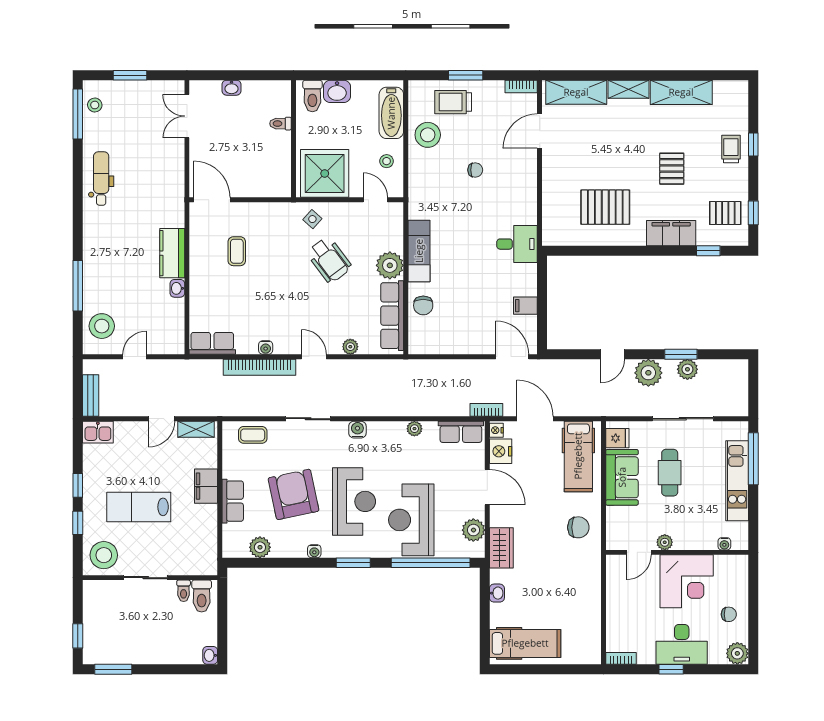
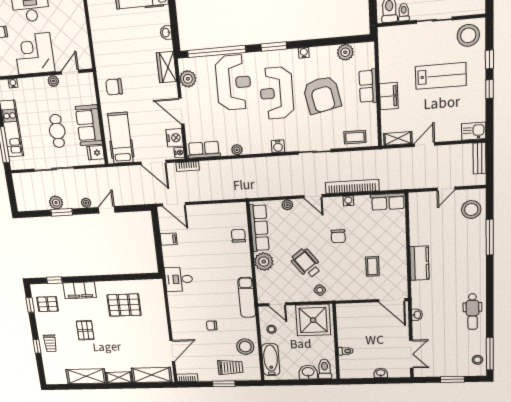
exam couch: (419, 251) -> (247, 297), moved
washbasin: (177, 288) -> (417, 315), moved
chair: (282, 298) -> (338, 236), added
plant: (648, 373) -> (86, 203), width x0.53, depth x0.53

